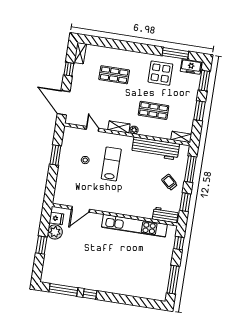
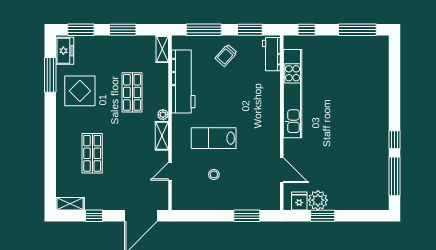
window: (55, 155) -> (247, 216), moved
window: (41, 245) -> (323, 216), moved

